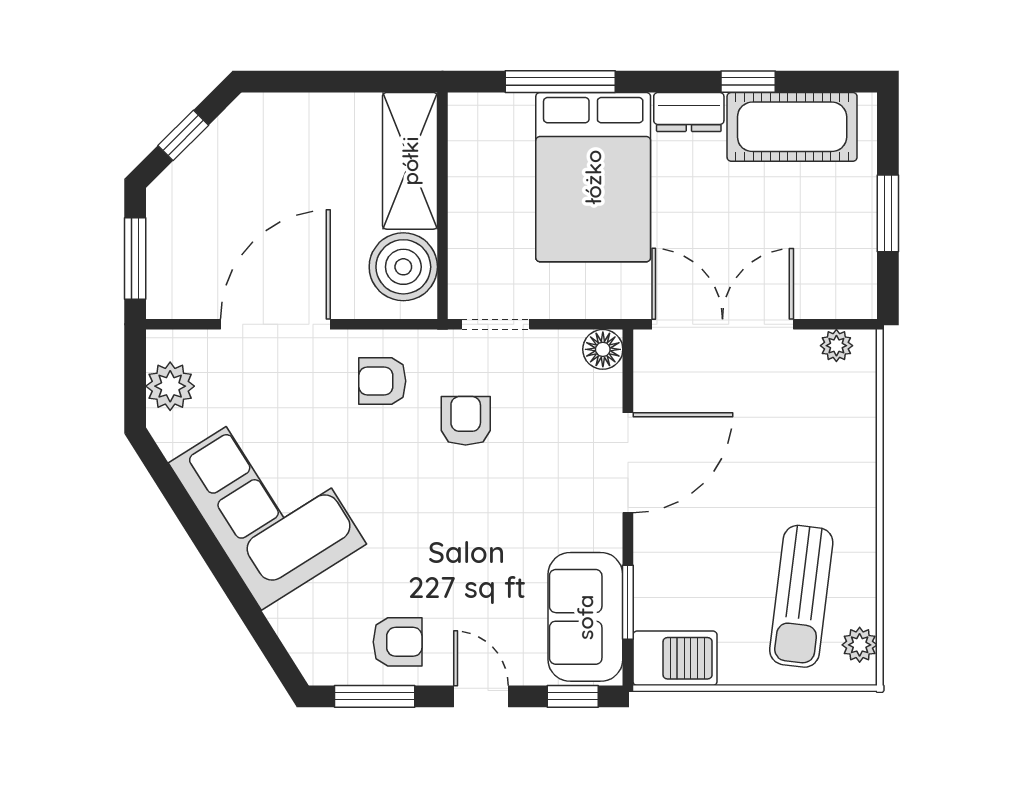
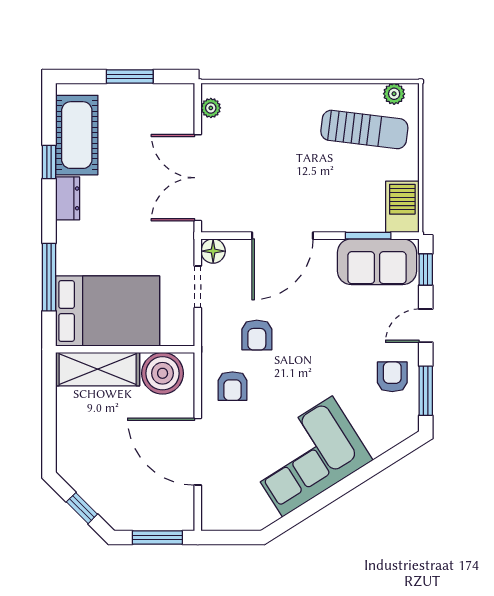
bed: (593, 177) -> (108, 311), moved
doorway: (496, 324) -> (198, 287), moved
plant: (170, 386) -> (236, 516), removed
armchair: (466, 421) -> (257, 335), turned -90
door: (628, 463) -> (282, 236), swing flipped

